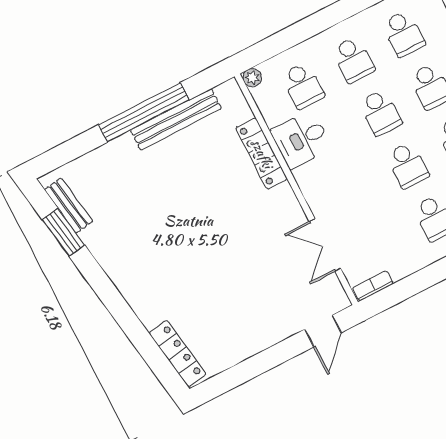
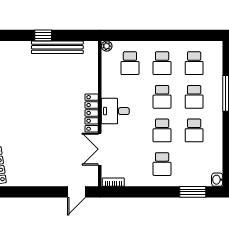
window: (144, 112) -> (43, 35), width x0.32
desk: (301, 139) -> (115, 111), moved
locker: (262, 154) -> (92, 113), moved

